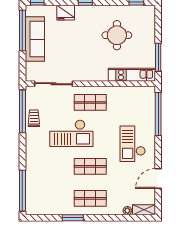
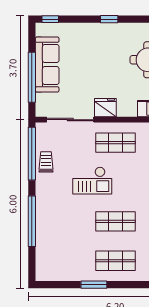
fridge: (66, 13) -> (105, 108), moved, turned 180
window: (22, 31) -> (32, 77), moved
checkout: (71, 133) -> (92, 181), width x0.73, depth x0.83
window: (22, 191) -> (32, 221), moved

